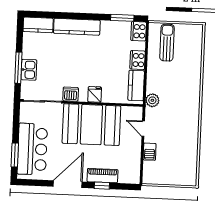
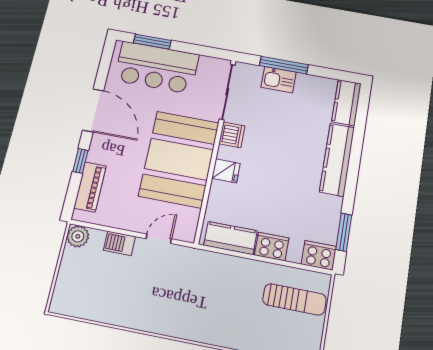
plant: (152, 100) -> (78, 236), moved
piano: (102, 176) -> (90, 187), moved

